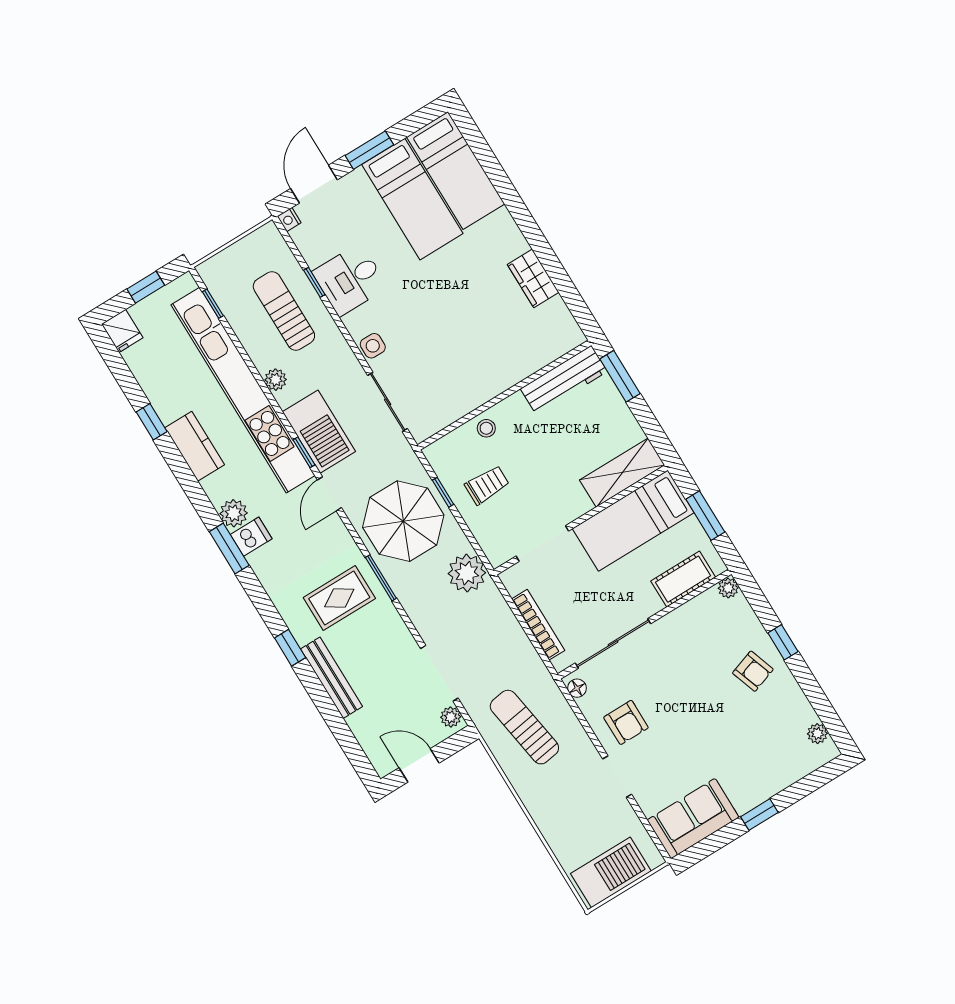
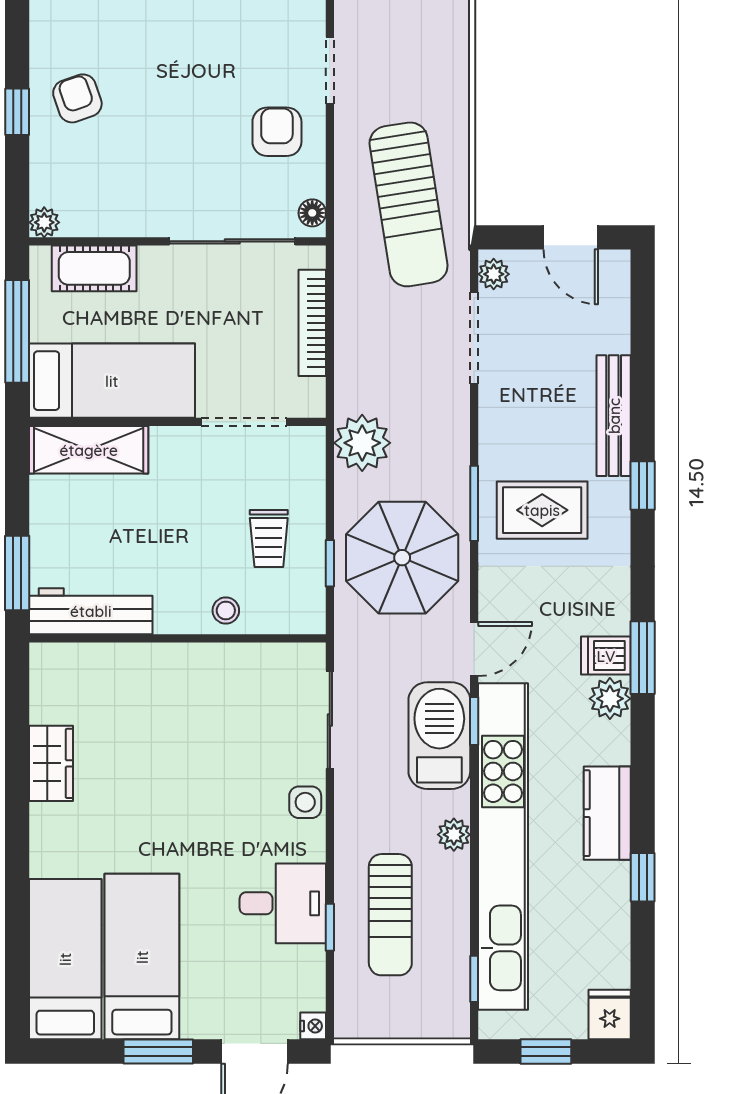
trolley: (487, 485) -> (269, 539), turned -90
window: (705, 516) -> (17, 331), width x1.44
sun lounger: (524, 727) -> (409, 204), width x1.36, depth x1.34

